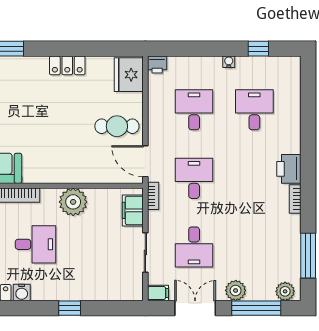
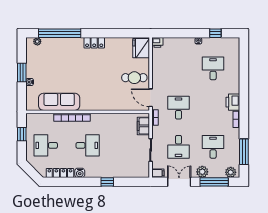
locker: (67, 65) -> (94, 43), moved
desk: (194, 110) -> (213, 147), moved
plant: (73, 202) -> (109, 121), removed

